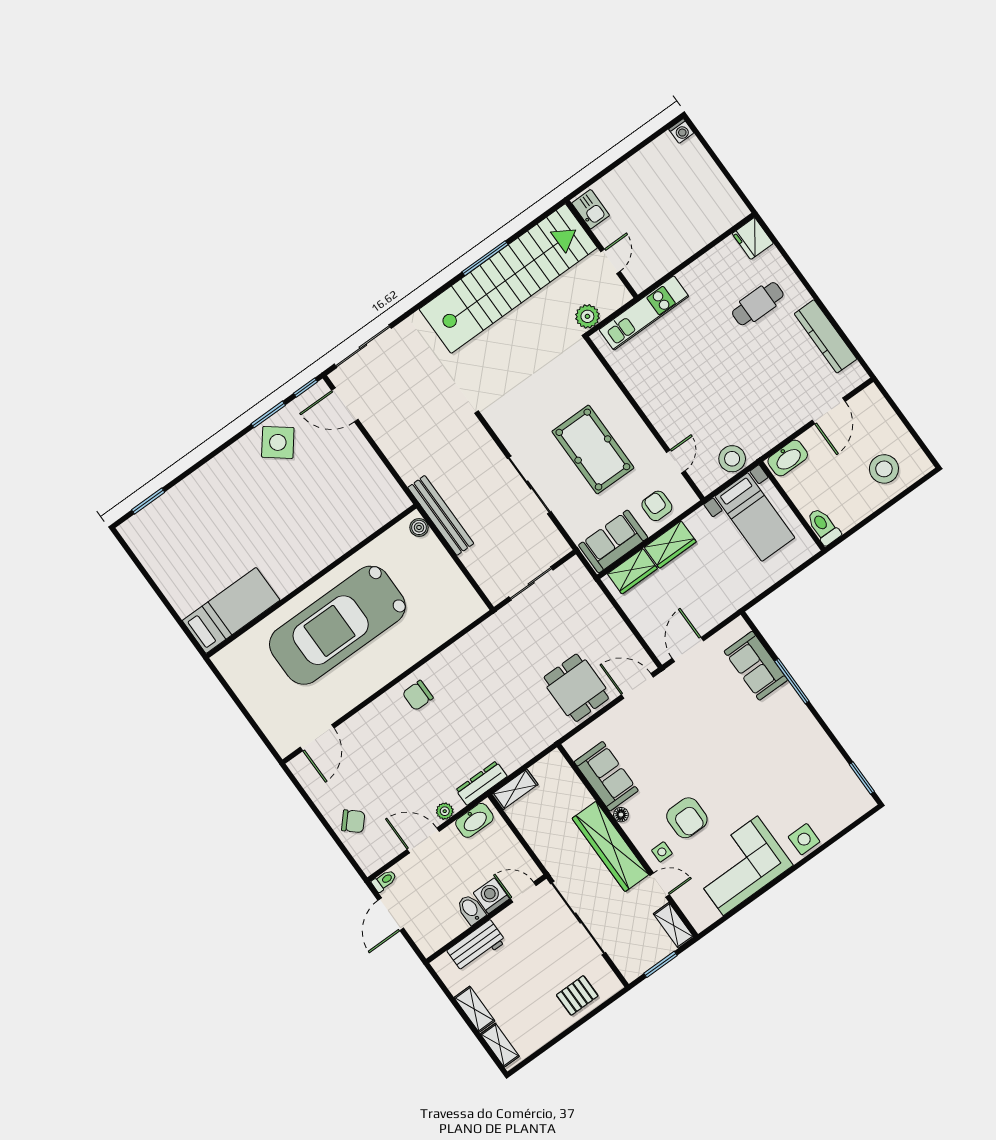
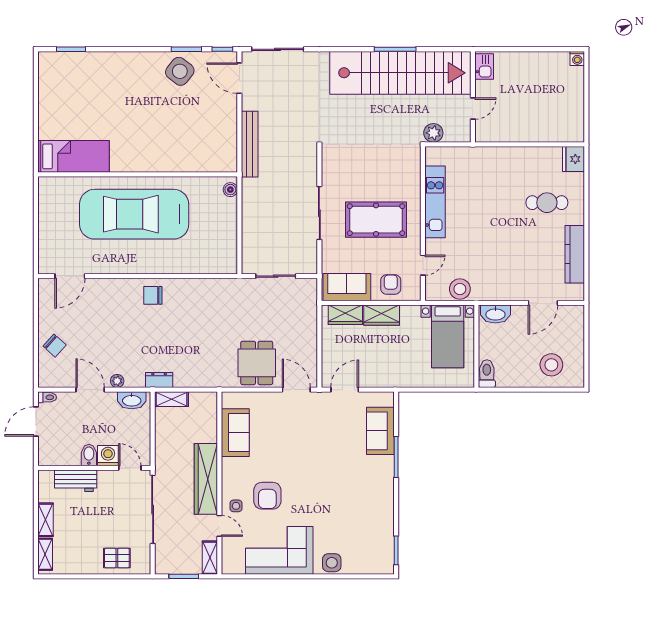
kitchen unit: (644, 313) -> (435, 202), moved, turned -90
pool table: (593, 450) -> (376, 220), turned 90
bench: (441, 515) -> (250, 144), moved
dresser: (481, 783) -> (159, 380), width x0.70
floor lamp: (621, 815) -> (227, 464), removed

